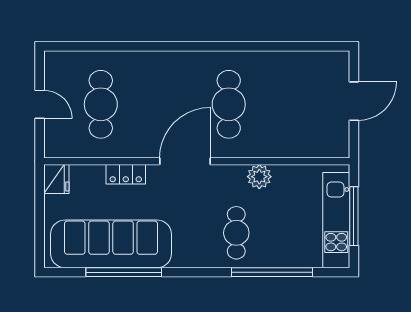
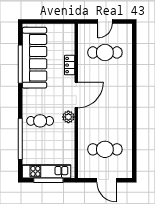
cafe table: (229, 104) -> (105, 149), moved
door: (185, 161) -> (76, 95), hinge flipped
plant: (259, 177) -> (68, 117), moved
fridge: (56, 179) -> (67, 30), removed

